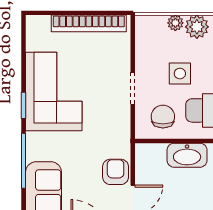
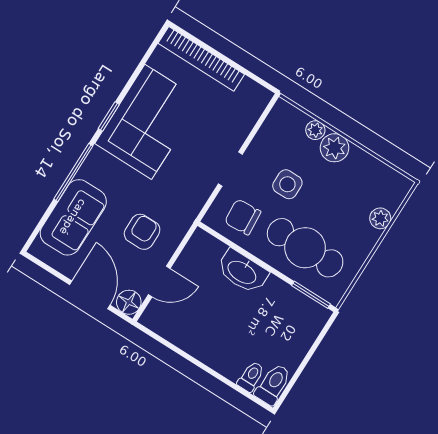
bookcase: (89, 23) -> (201, 59), moved
chair: (163, 117) -> (243, 217), turned -94
armchair: (116, 172) -> (142, 232), moved

